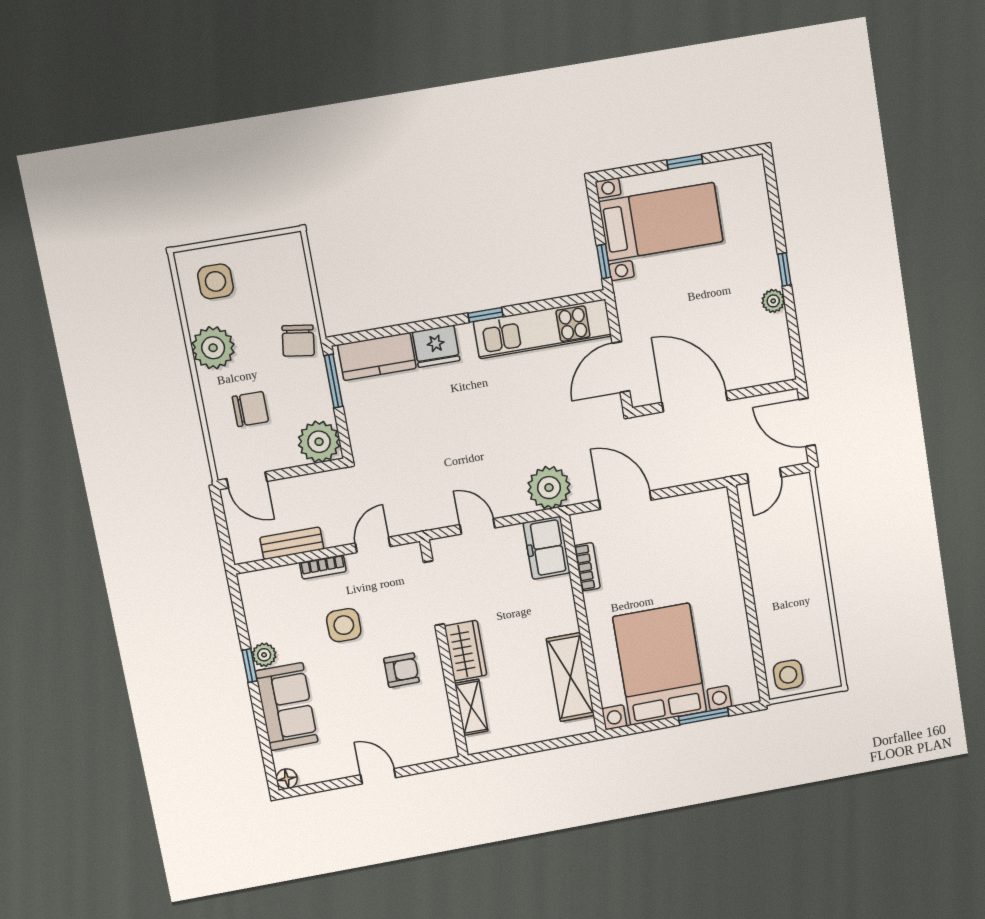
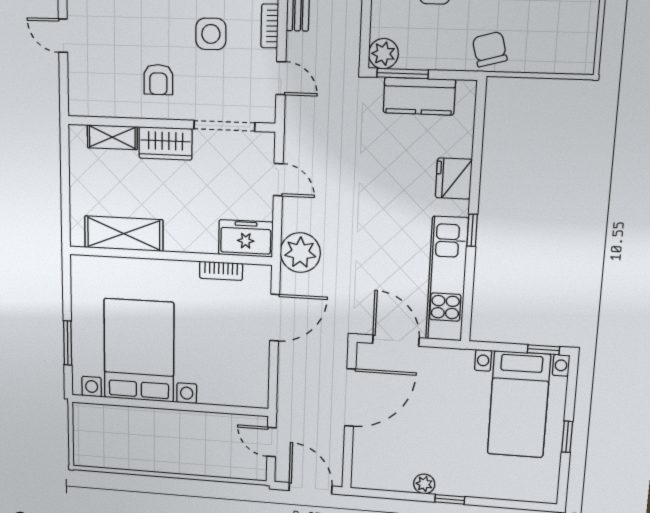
window: (604, 261) -> (543, 350), moved
chair: (298, 341) -> (490, 49), turned 67
kitchen counter: (377, 357) -> (419, 96), moved, turned -90
window: (333, 381) -> (403, 73), moved
door: (807, 422) -> (310, 488), hinge flipped
plant: (319, 442) -> (383, 54), width x0.73, depth x0.73
door: (477, 526) -> (278, 180), hinge flipped
bed with nightstands: (660, 664) -> (139, 350), moved, turned -90
side table: (788, 675) -> (91, 423), removed
door: (378, 776) -> (63, 36), swing flipped

